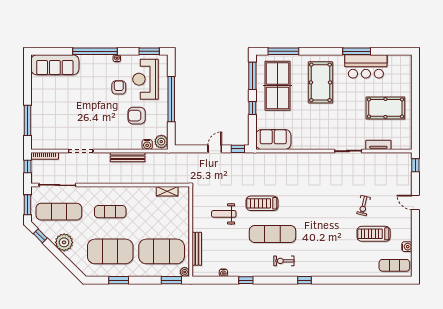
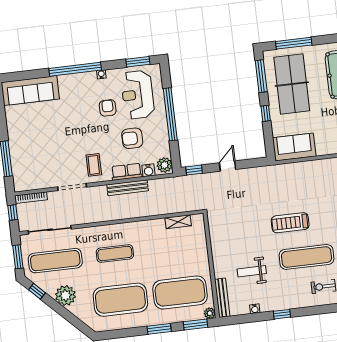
coffee table: (101, 134) -> (94, 165), added
row of seats: (128, 144) -> (127, 172), added
window: (238, 149) -> (194, 170), moved
weight bench: (224, 214) -> (252, 271), moved
bench: (197, 249) -> (222, 298), moved
window: (119, 280) -> (159, 329), moved

